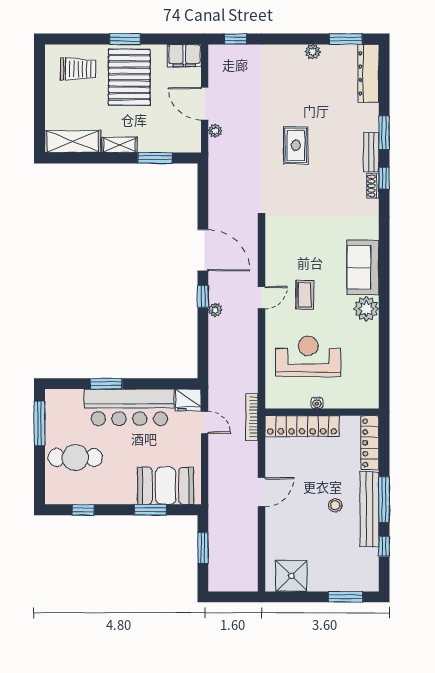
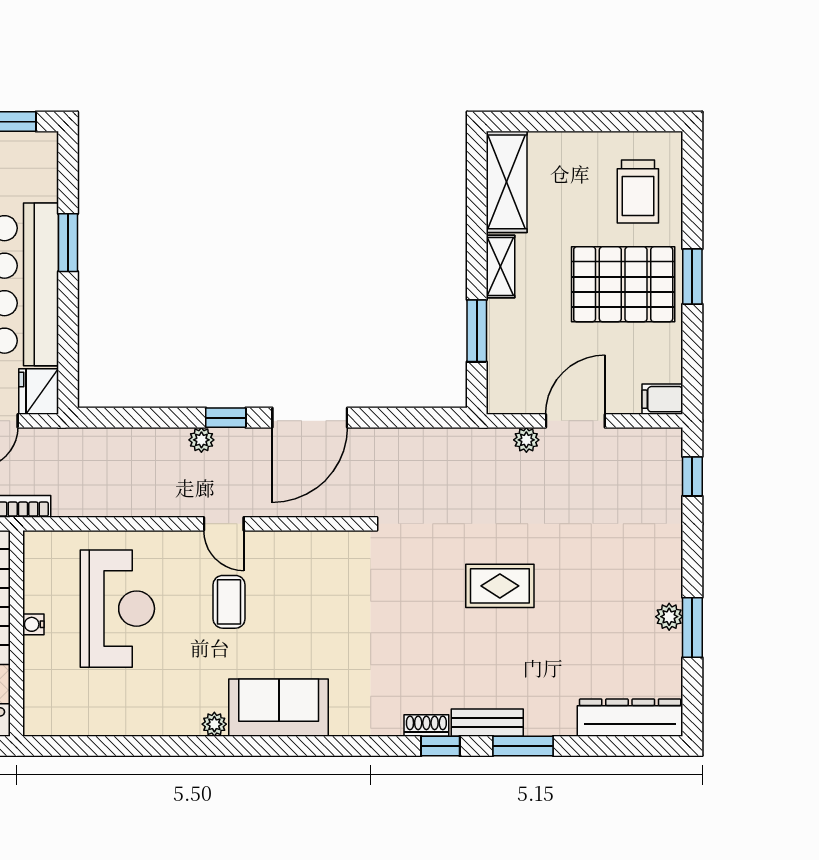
window: (346, 39) -> (692, 627), moved
filing cabinet: (184, 56) -> (662, 399), width x0.50
coffee table: (305, 295) -> (229, 602), turned 90
plant: (366, 309) -> (214, 724), width x0.53, depth x0.53

